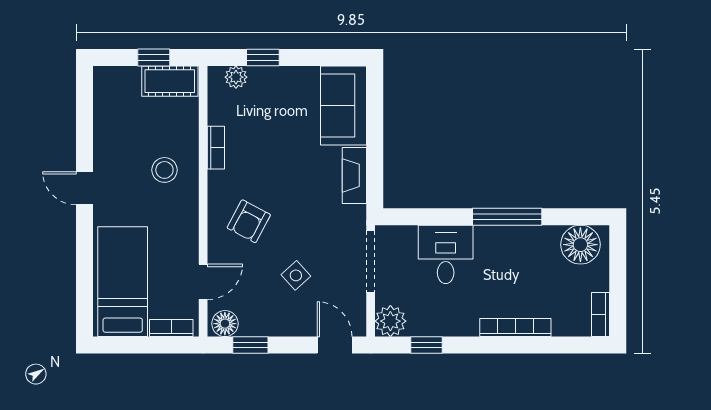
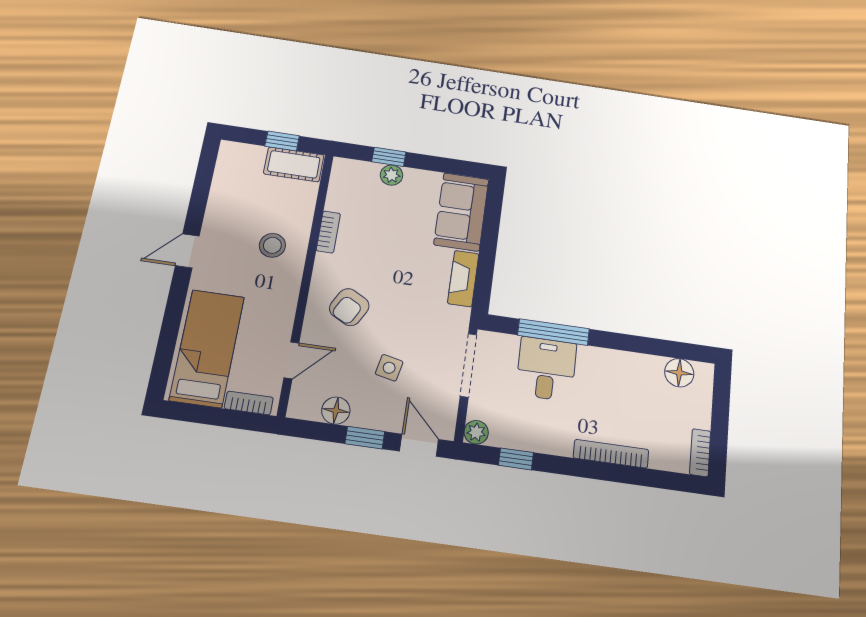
plant: (236, 77) -> (391, 175), moved
door: (85, 188) -> (187, 251), hinge flipped
window: (507, 217) -> (554, 332), moved
floor lamp: (580, 245) -> (679, 373), width x0.73, depth x0.73
side table: (296, 275) -> (389, 368), turned -36
plant: (390, 321) -> (476, 432), width x0.73, depth x0.73
floor lamp: (225, 324) -> (336, 411), moved
window: (250, 345) -> (365, 438), moved

